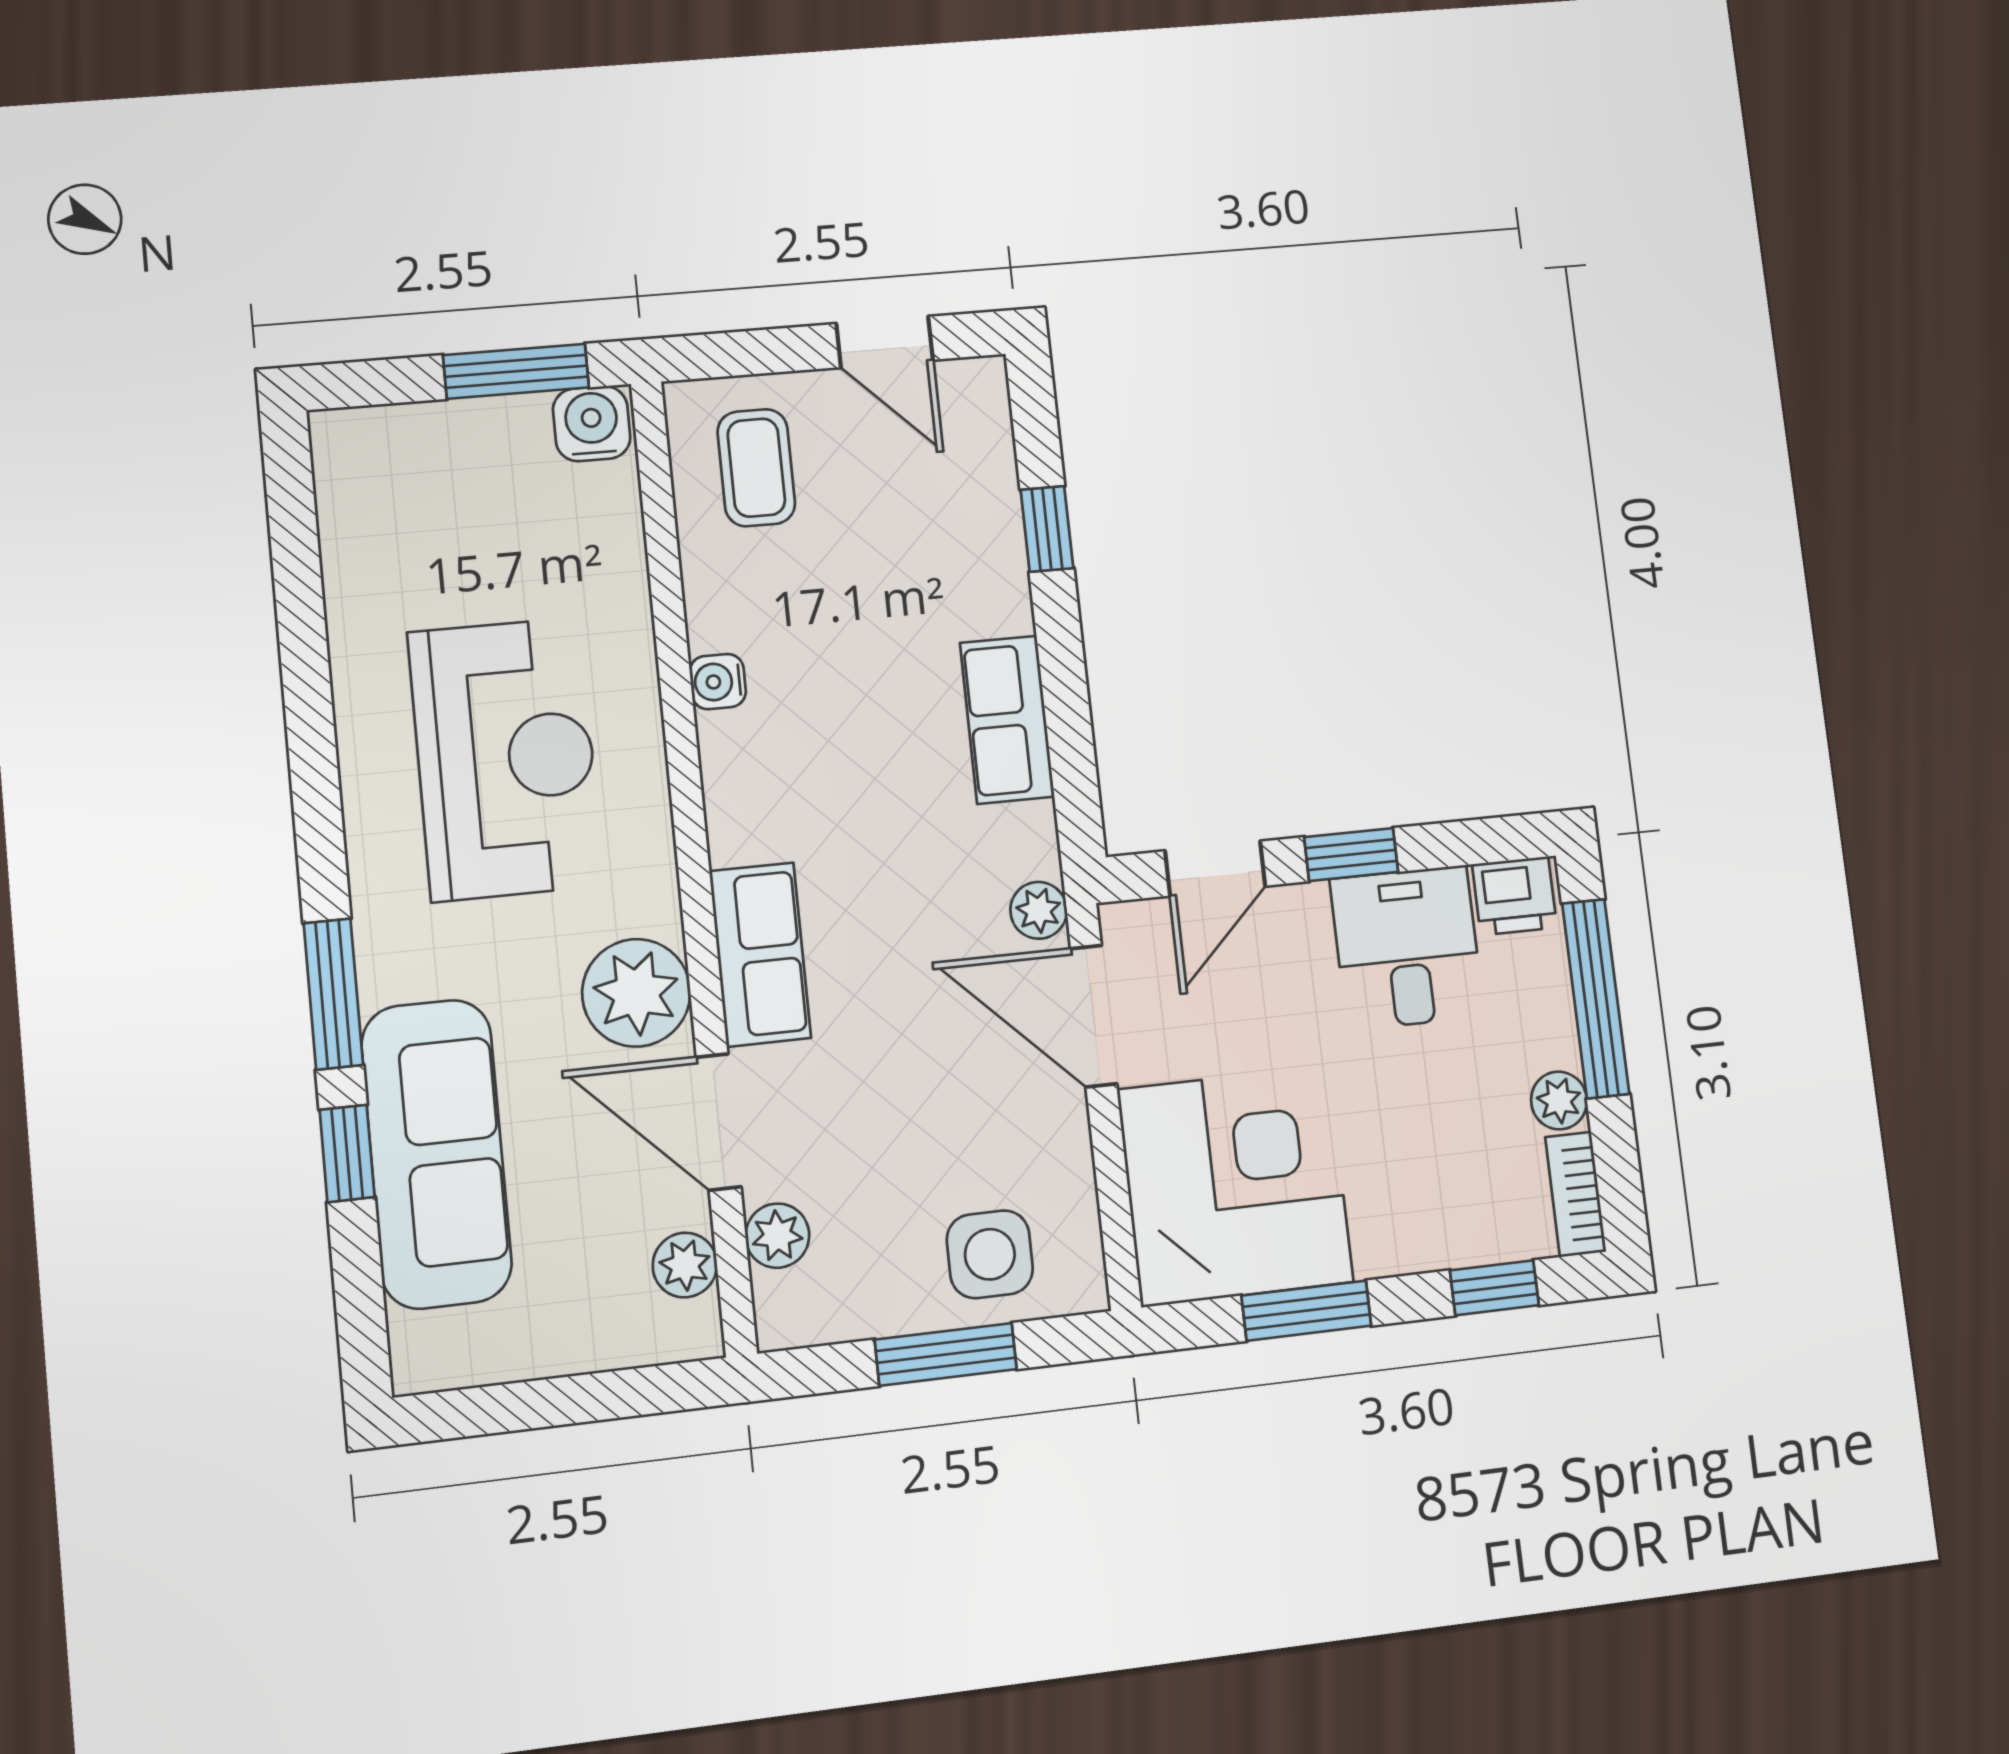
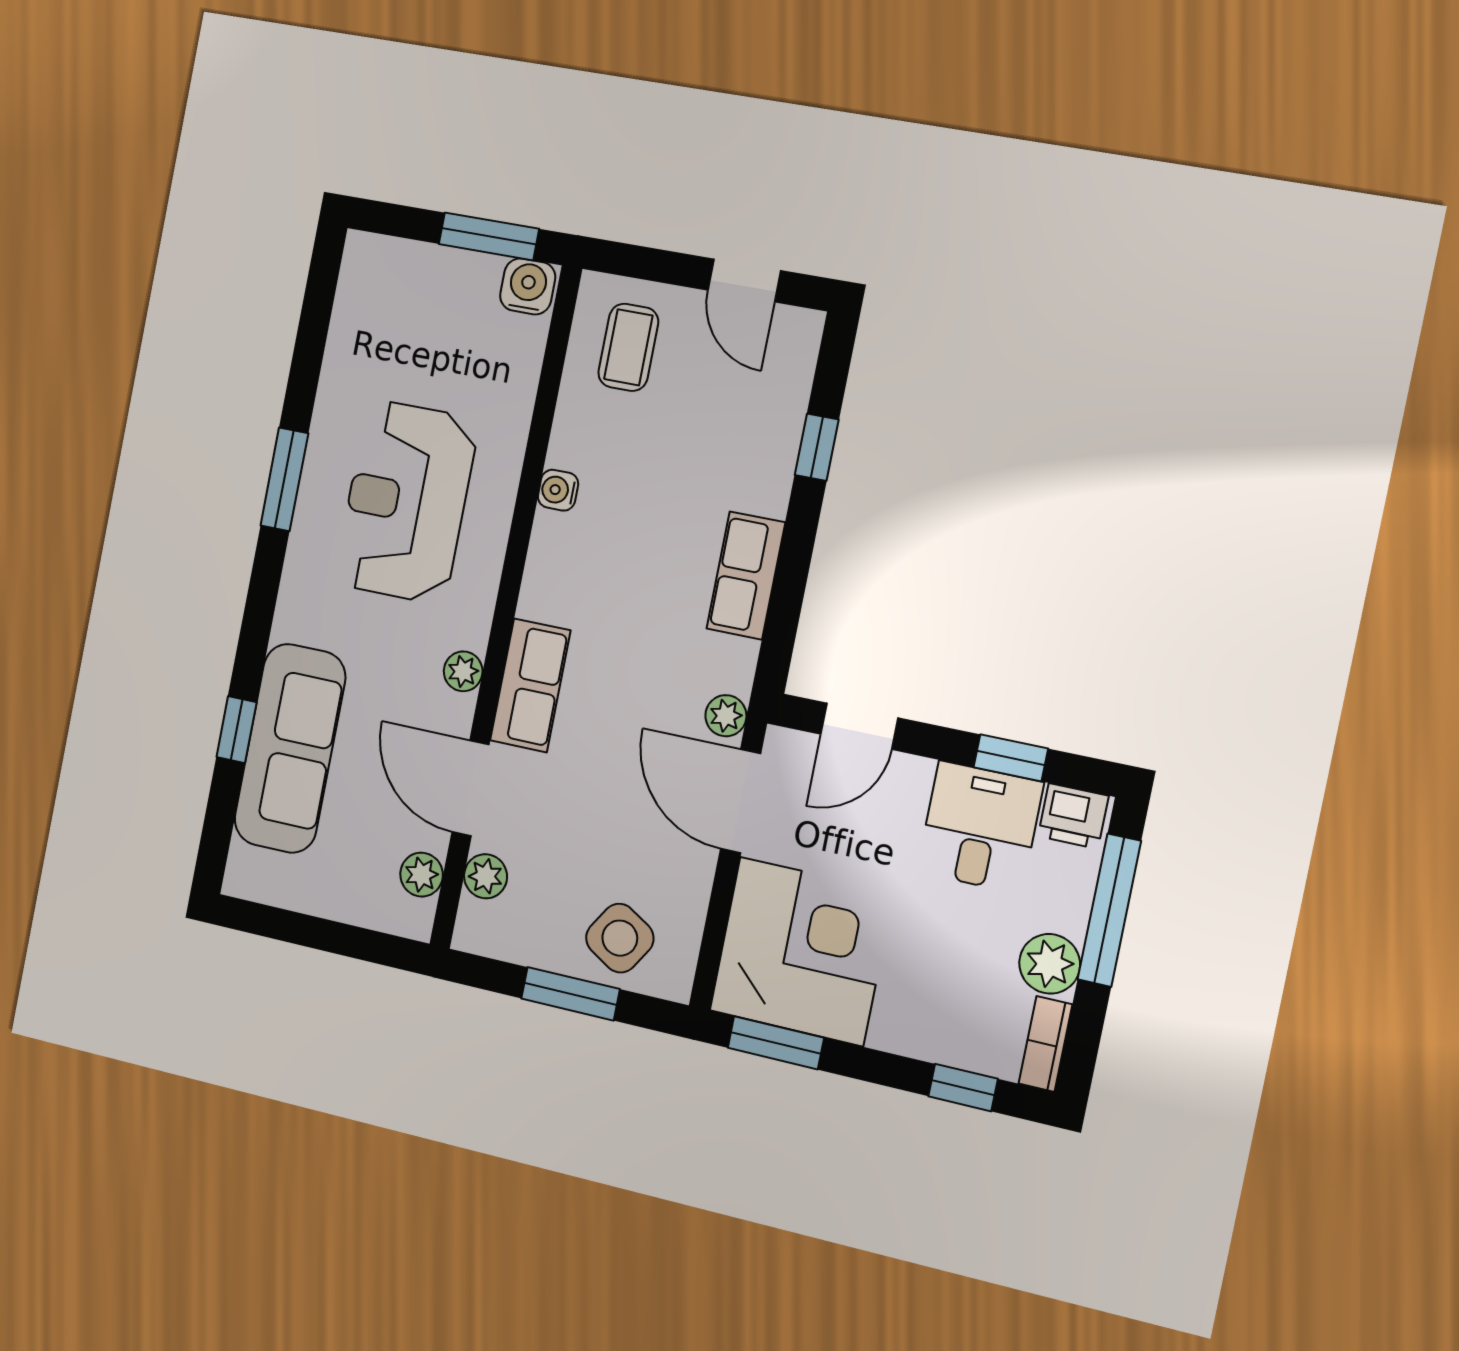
reception desk: (506, 759) -> (406, 502), turned 180
window: (1351, 855) -> (1011, 758), moved
plant: (636, 993) -> (463, 671), width x0.53, depth x0.53
window: (333, 994) -> (284, 479), moved
plant: (1559, 1101) -> (1050, 964), width x1.38, depth x1.38
side table: (990, 1254) -> (620, 938), turned 32
window: (1306, 1311) -> (776, 1043), moved

